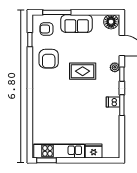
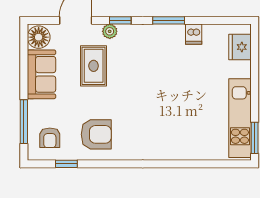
sofa: (77, 24) -> (41, 74), moved
rug: (83, 71) -> (94, 66), moved
dishwasher: (113, 102) -> (194, 34), moved
fridge: (94, 151) -> (240, 47), moved

